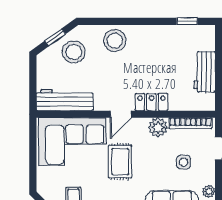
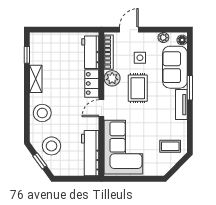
shelving: (157, 32) -> (36, 79), added
workbench: (205, 72) -> (90, 52), moved, turned 90
door: (121, 114) -> (101, 108), swing flipped
rug: (120, 162) -> (138, 88), moved, turned 90

